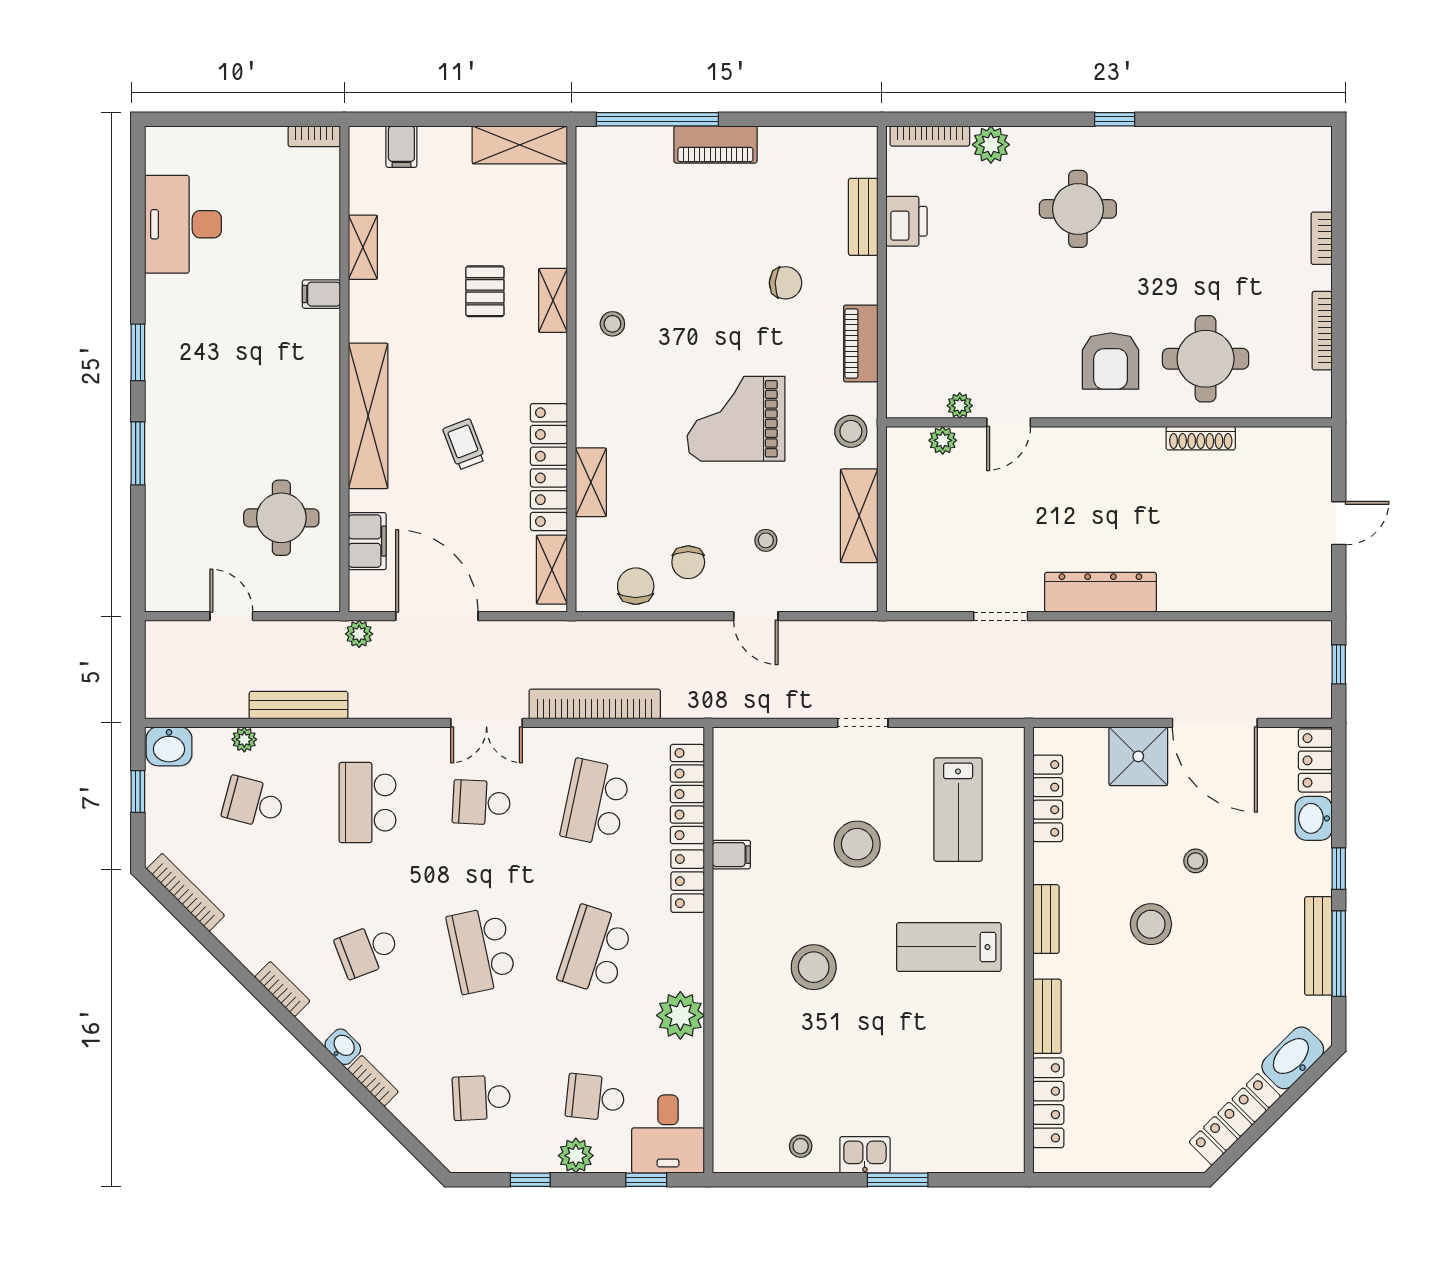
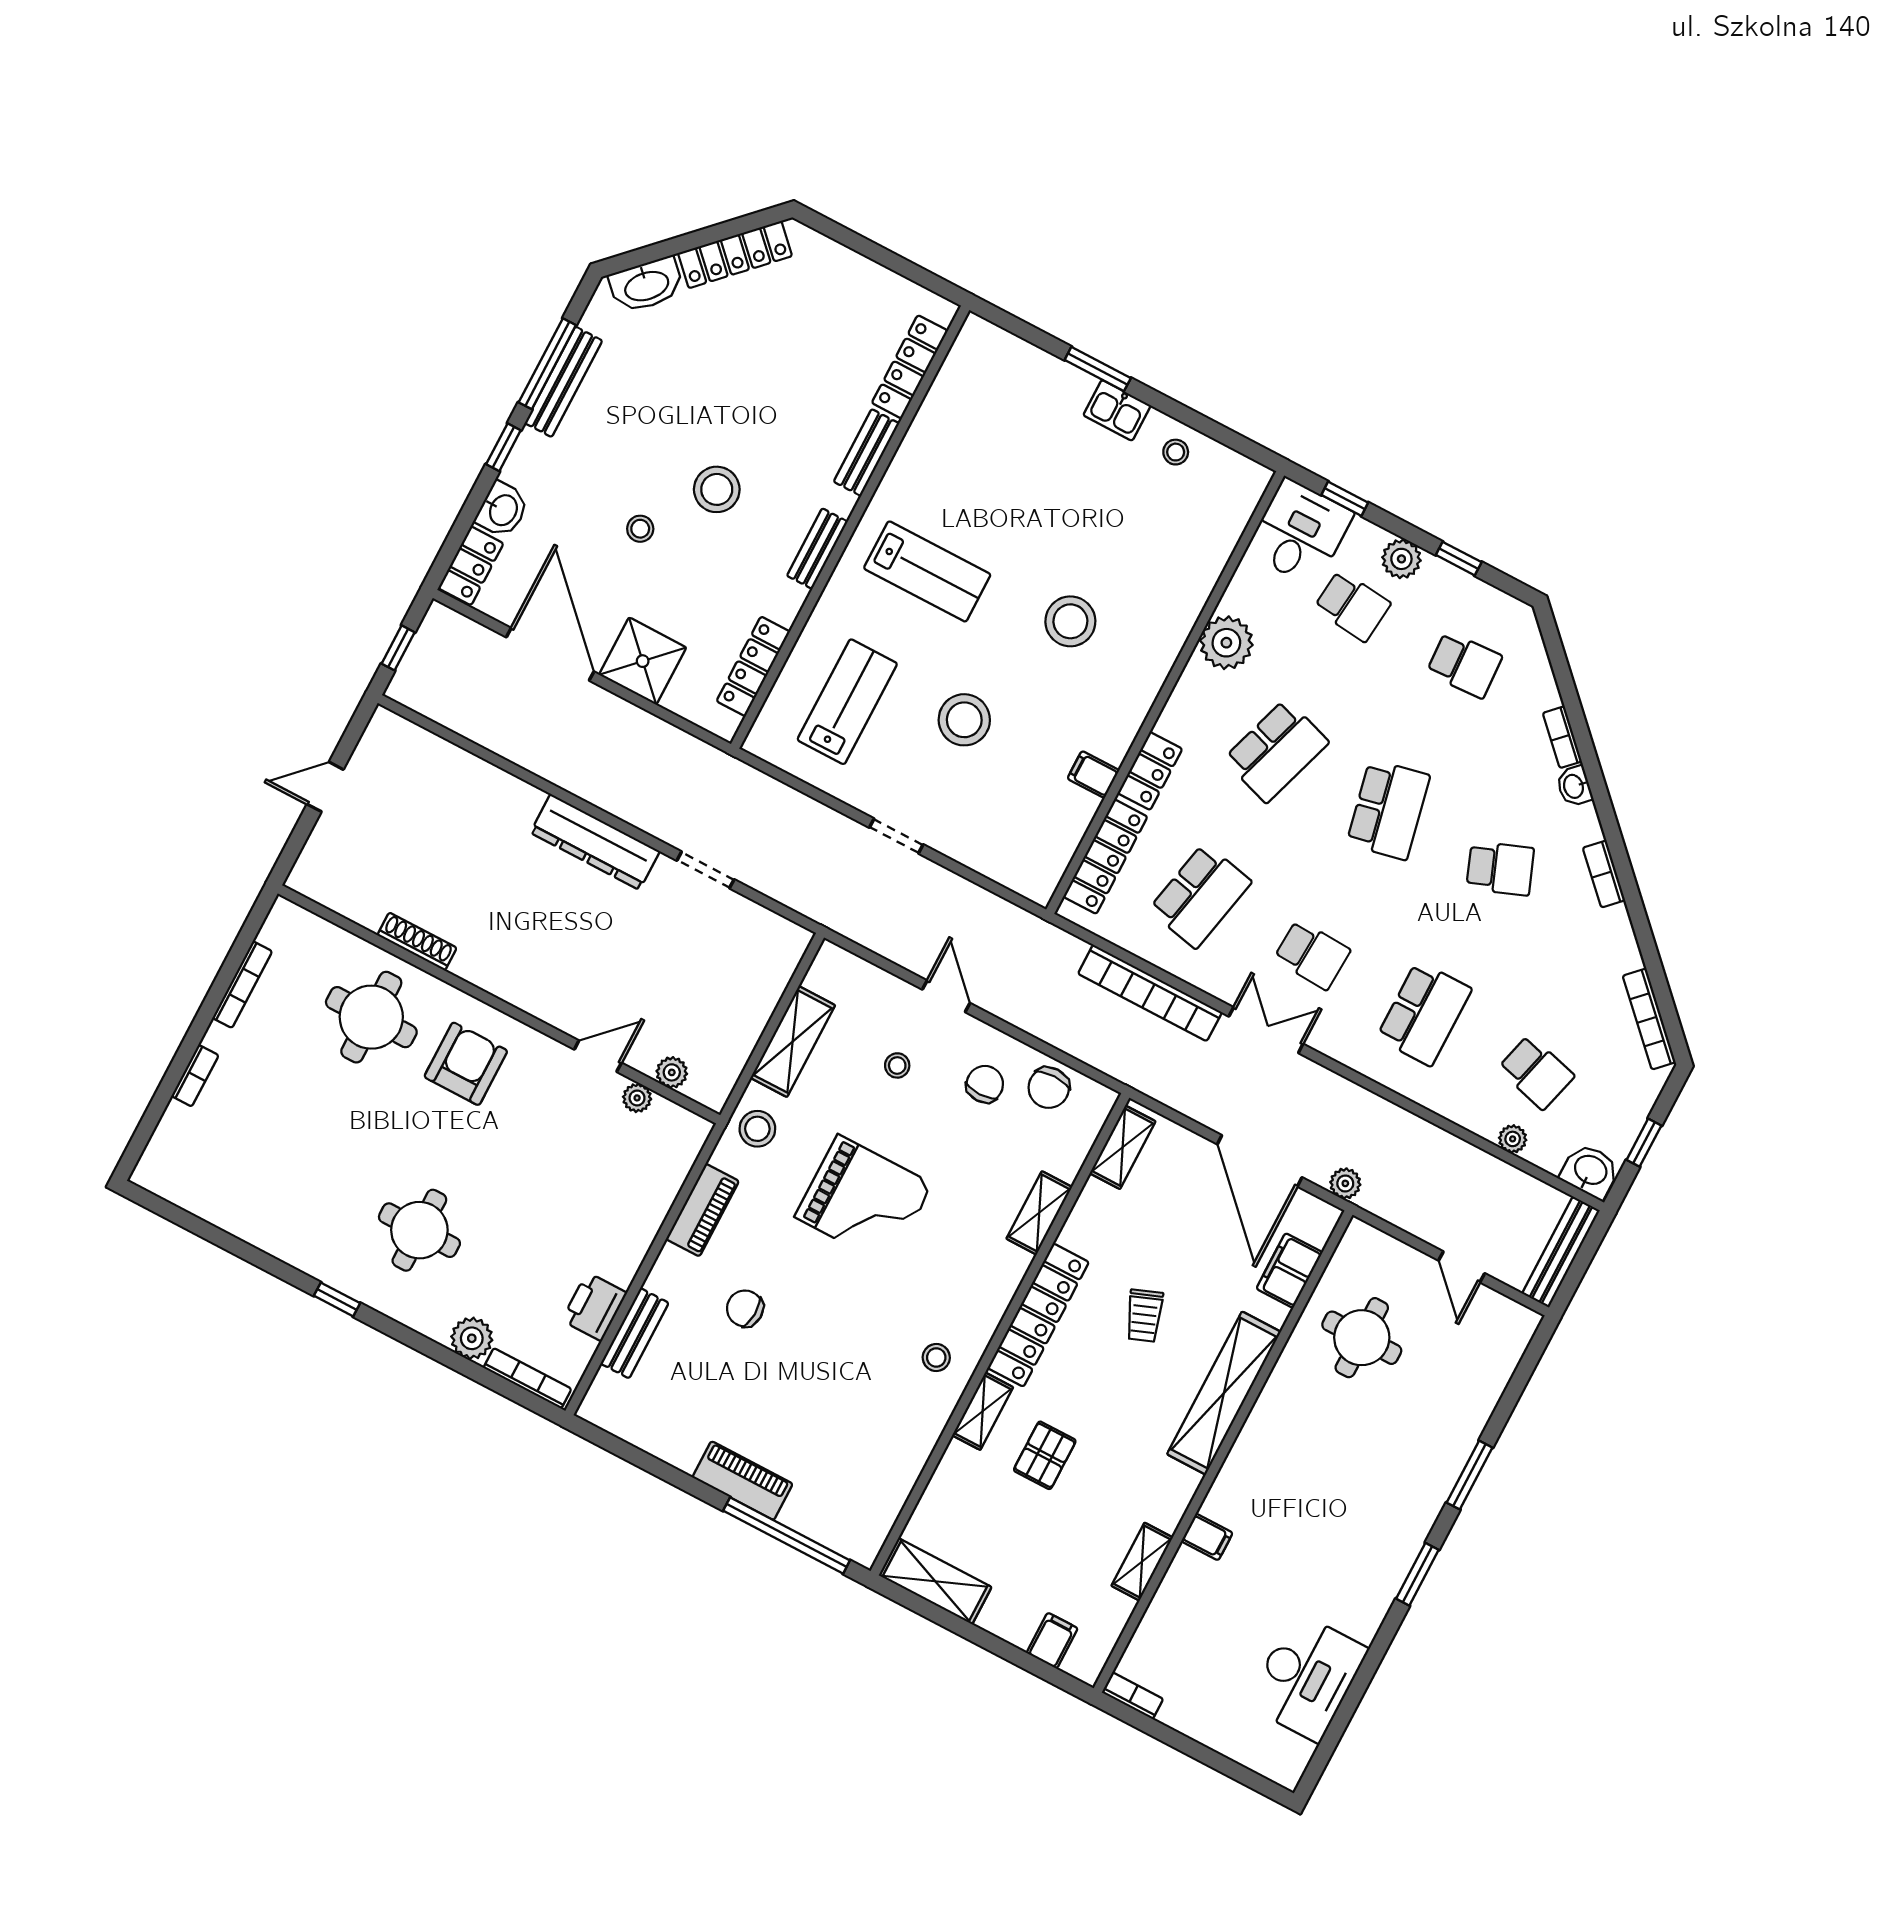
locker: (549, 467) -> (1038, 1315), moved
bench: (299, 705) -> (1561, 1252), moved, turned 90

